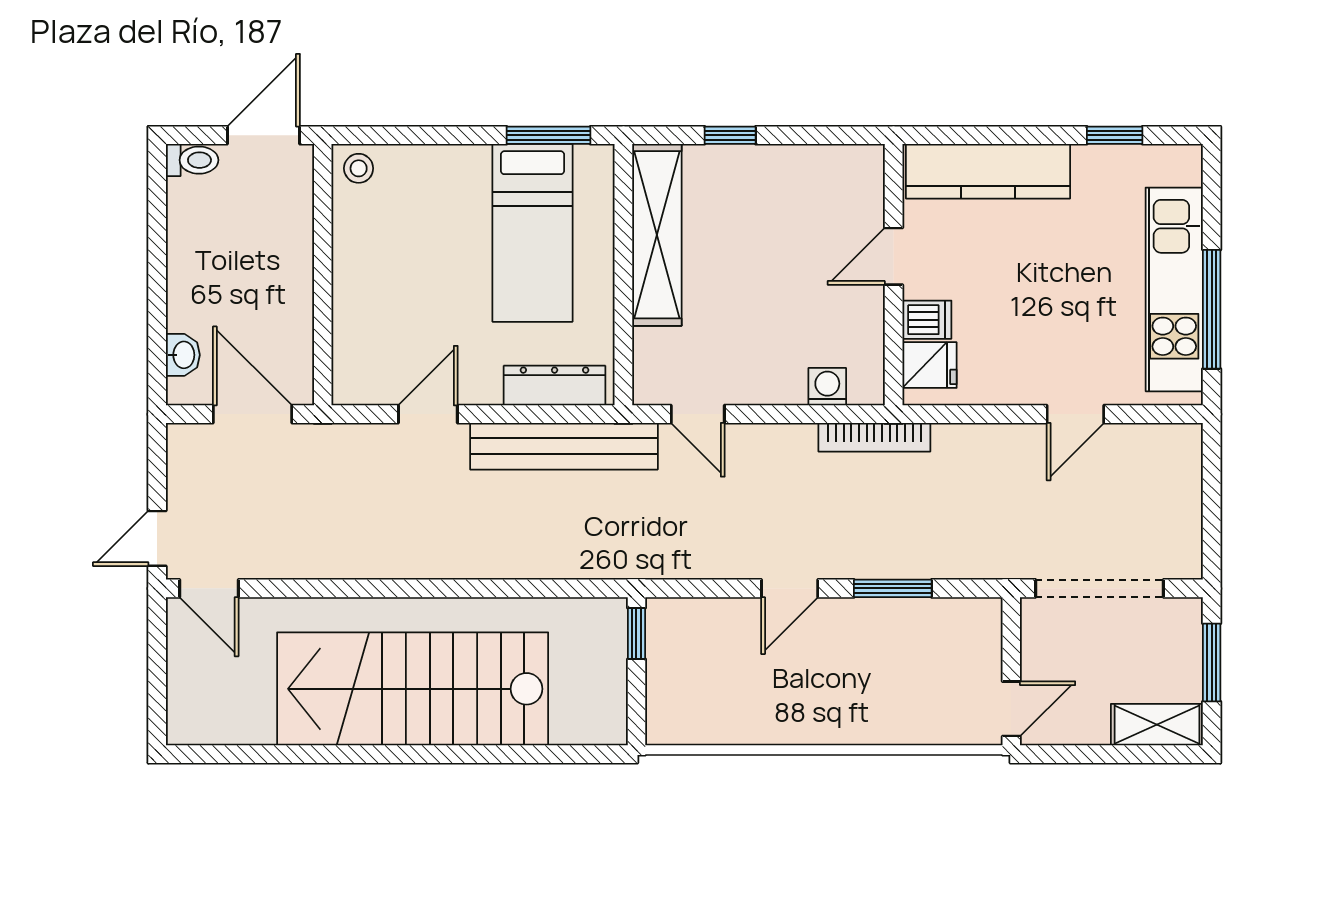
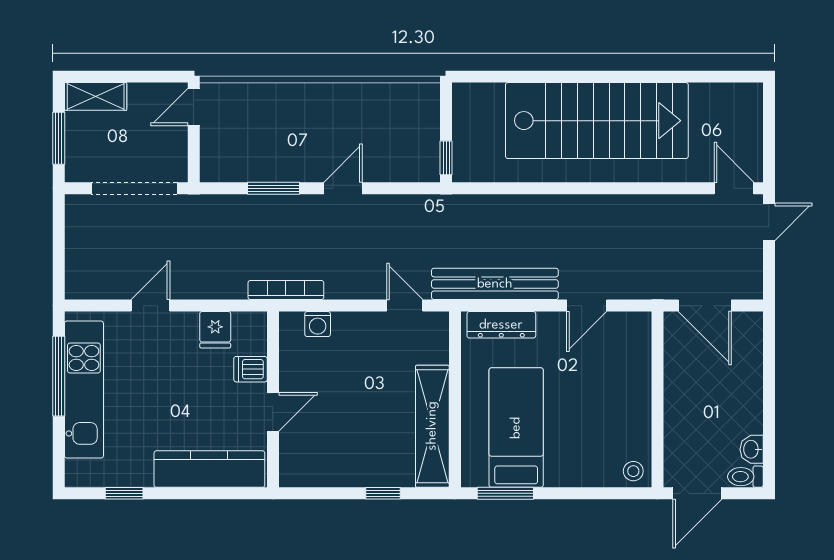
washbasin: (183, 355) -> (752, 449), moved
fridge: (930, 365) -> (215, 330), moved, turned -90

